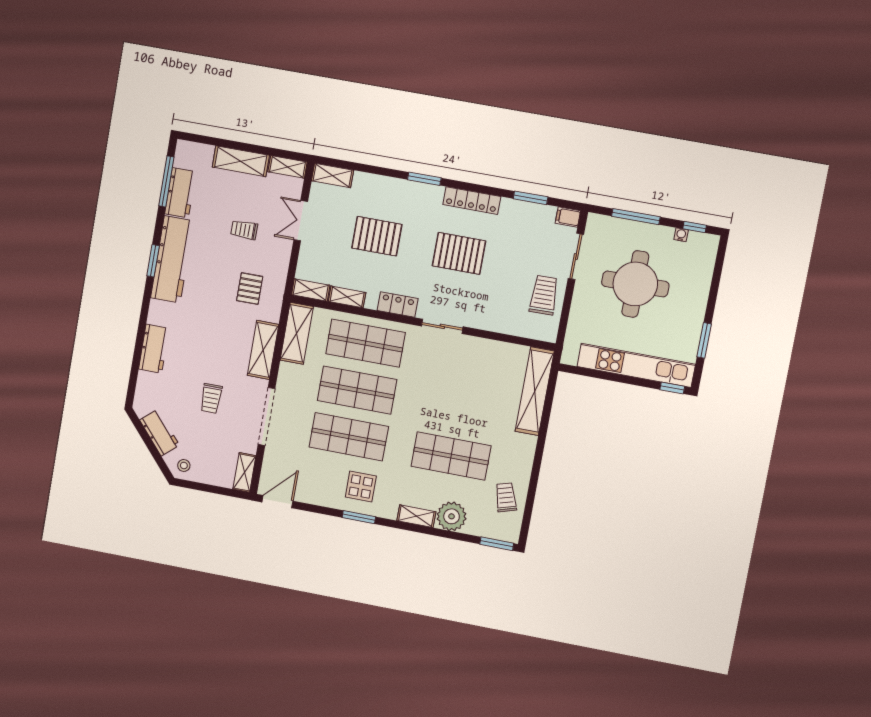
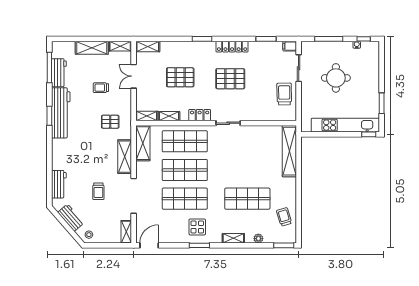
round table: (635, 284) -> (336, 78), width x0.73, depth x0.73
pallet: (250, 289) -> (110, 122), turned 90
workbench: (154, 349) -> (59, 184), moved
plant: (452, 516) -> (258, 239), width x0.53, depth x0.53

